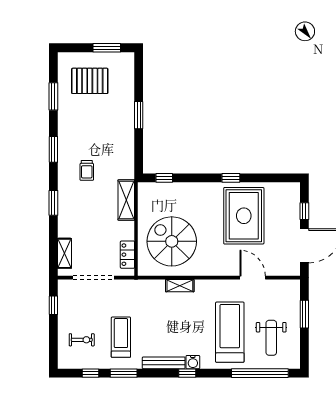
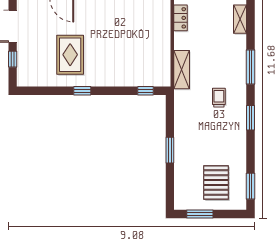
pallet: (90, 81) -> (216, 182), turned 90
window: (53, 96) -> (251, 186), moved
window: (53, 203) -> (251, 67), width x1.44
rug: (244, 216) -> (70, 55), width x0.73, depth x0.69
spiral stairs: (172, 241) -> (138, 30), removed

